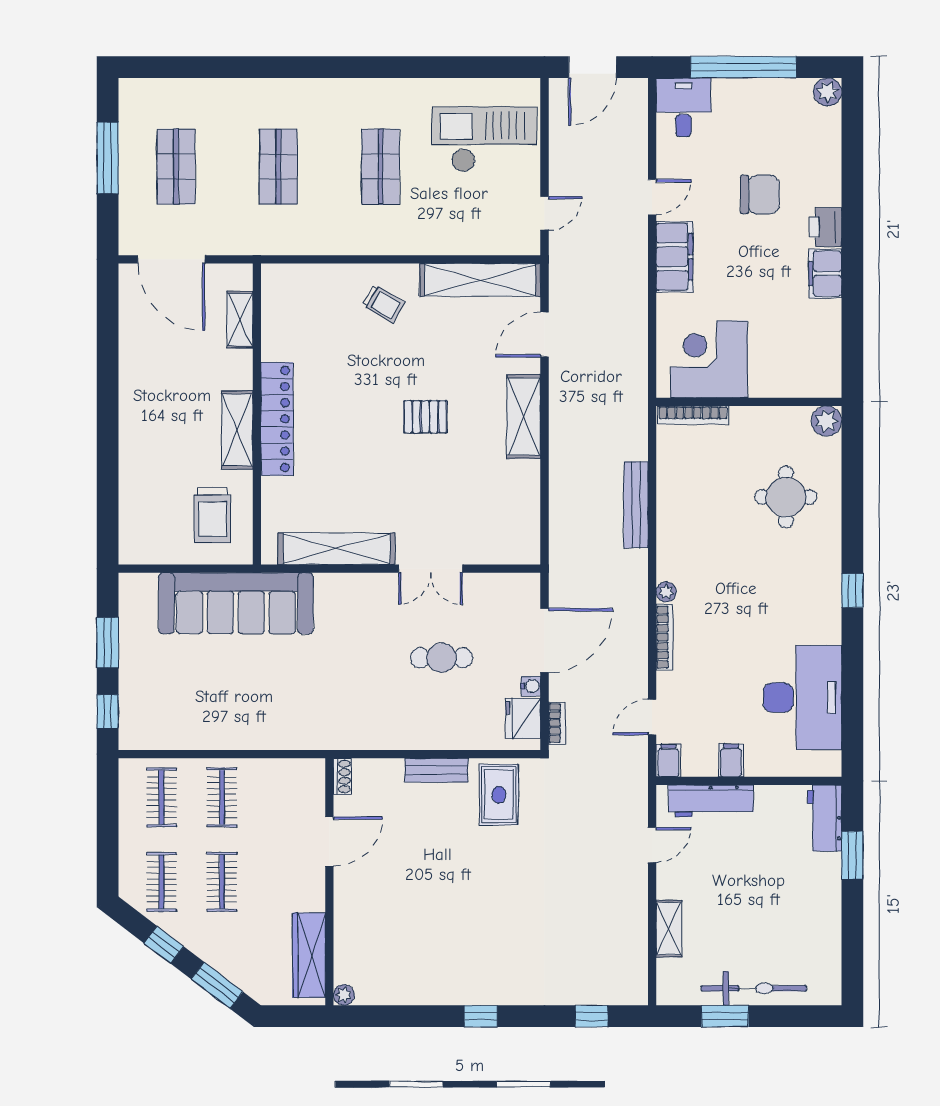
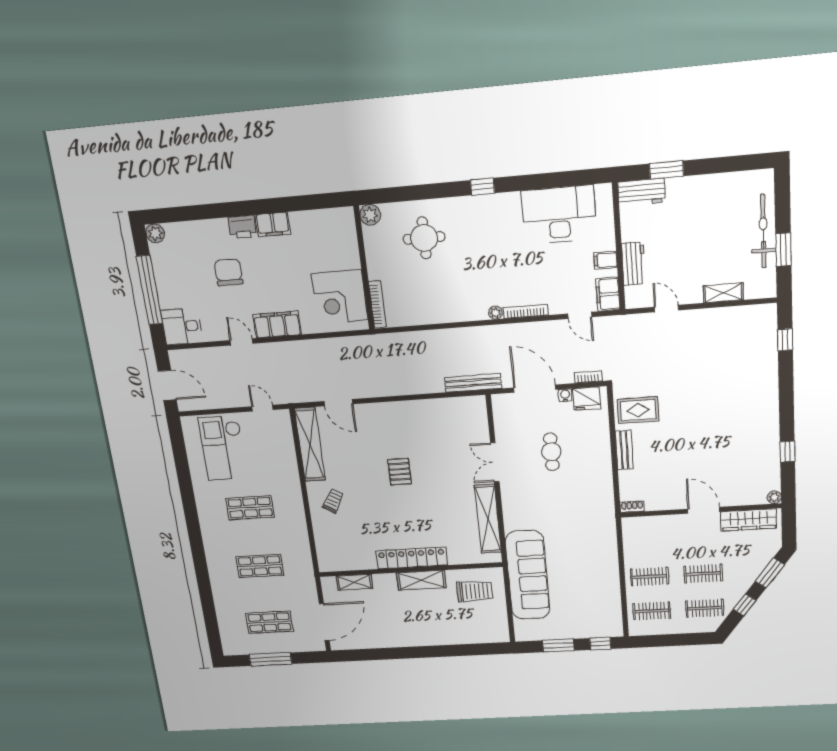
shelving: (524, 417) -> (392, 412), removed
bench: (636, 505) -> (473, 383), moved
double door: (430, 569) -> (495, 462), swing flipped
filing cabinet: (668, 761) -> (608, 294), width x2.00
workbench: (711, 801) -> (634, 264), width x0.73
door: (329, 841) -> (704, 510), moved
window: (481, 1016) -> (787, 452), moved

